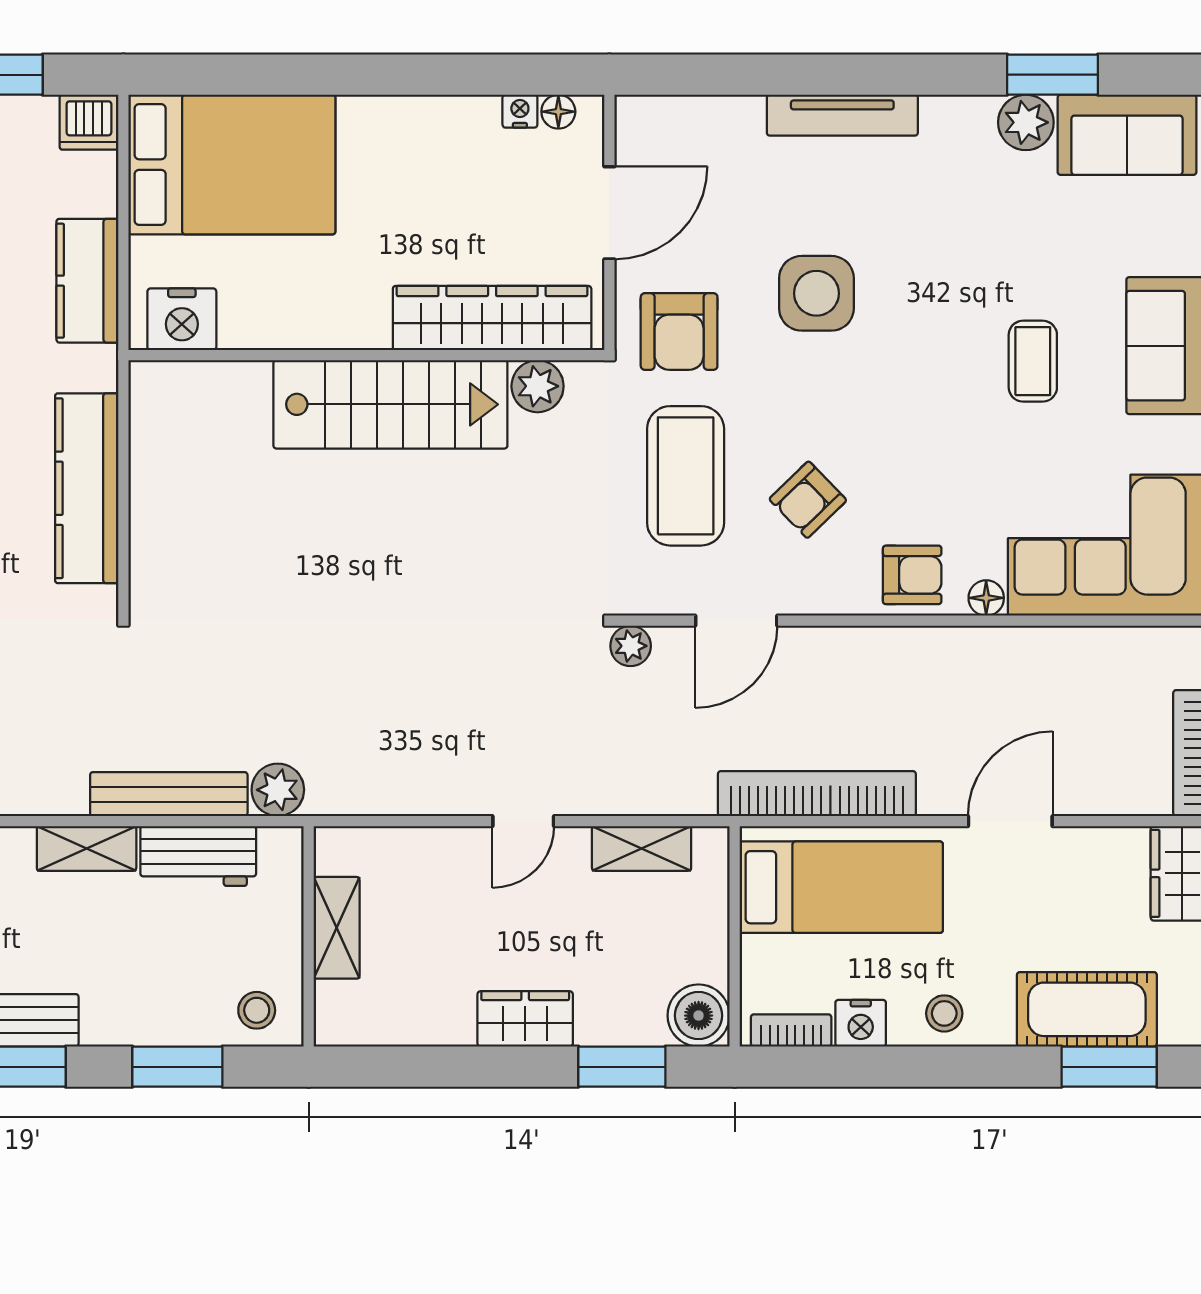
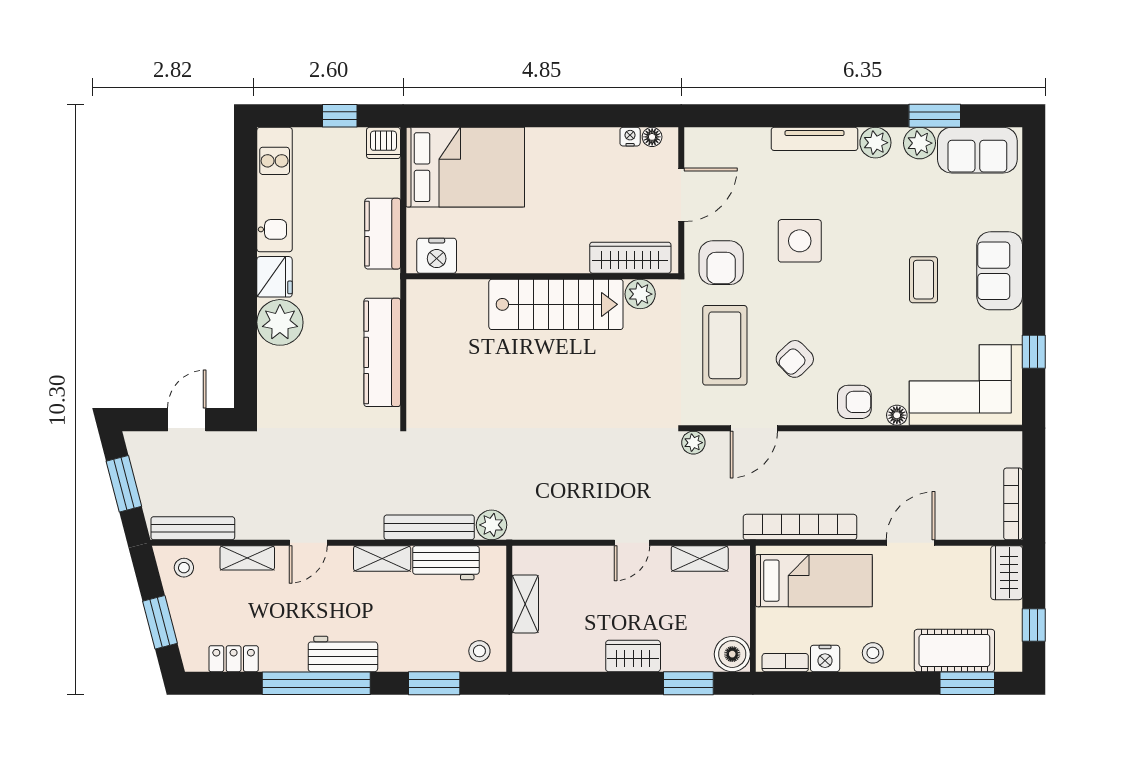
plant: (949, 122) -> (875, 143), added
wardrobe: (492, 318) -> (630, 258), width x0.71, depth x0.85

